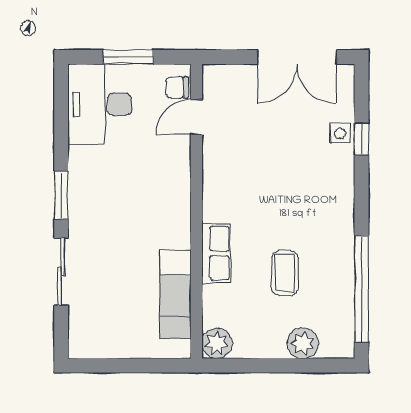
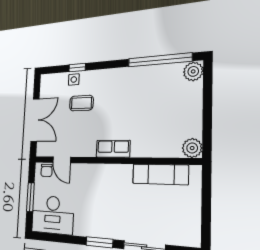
double door: (297, 57) -> (35, 120), moved
row of seats: (216, 253) -> (113, 149), moved
coffee table: (285, 273) -> (81, 103), moved
plant: (303, 343) -> (193, 71), moved

